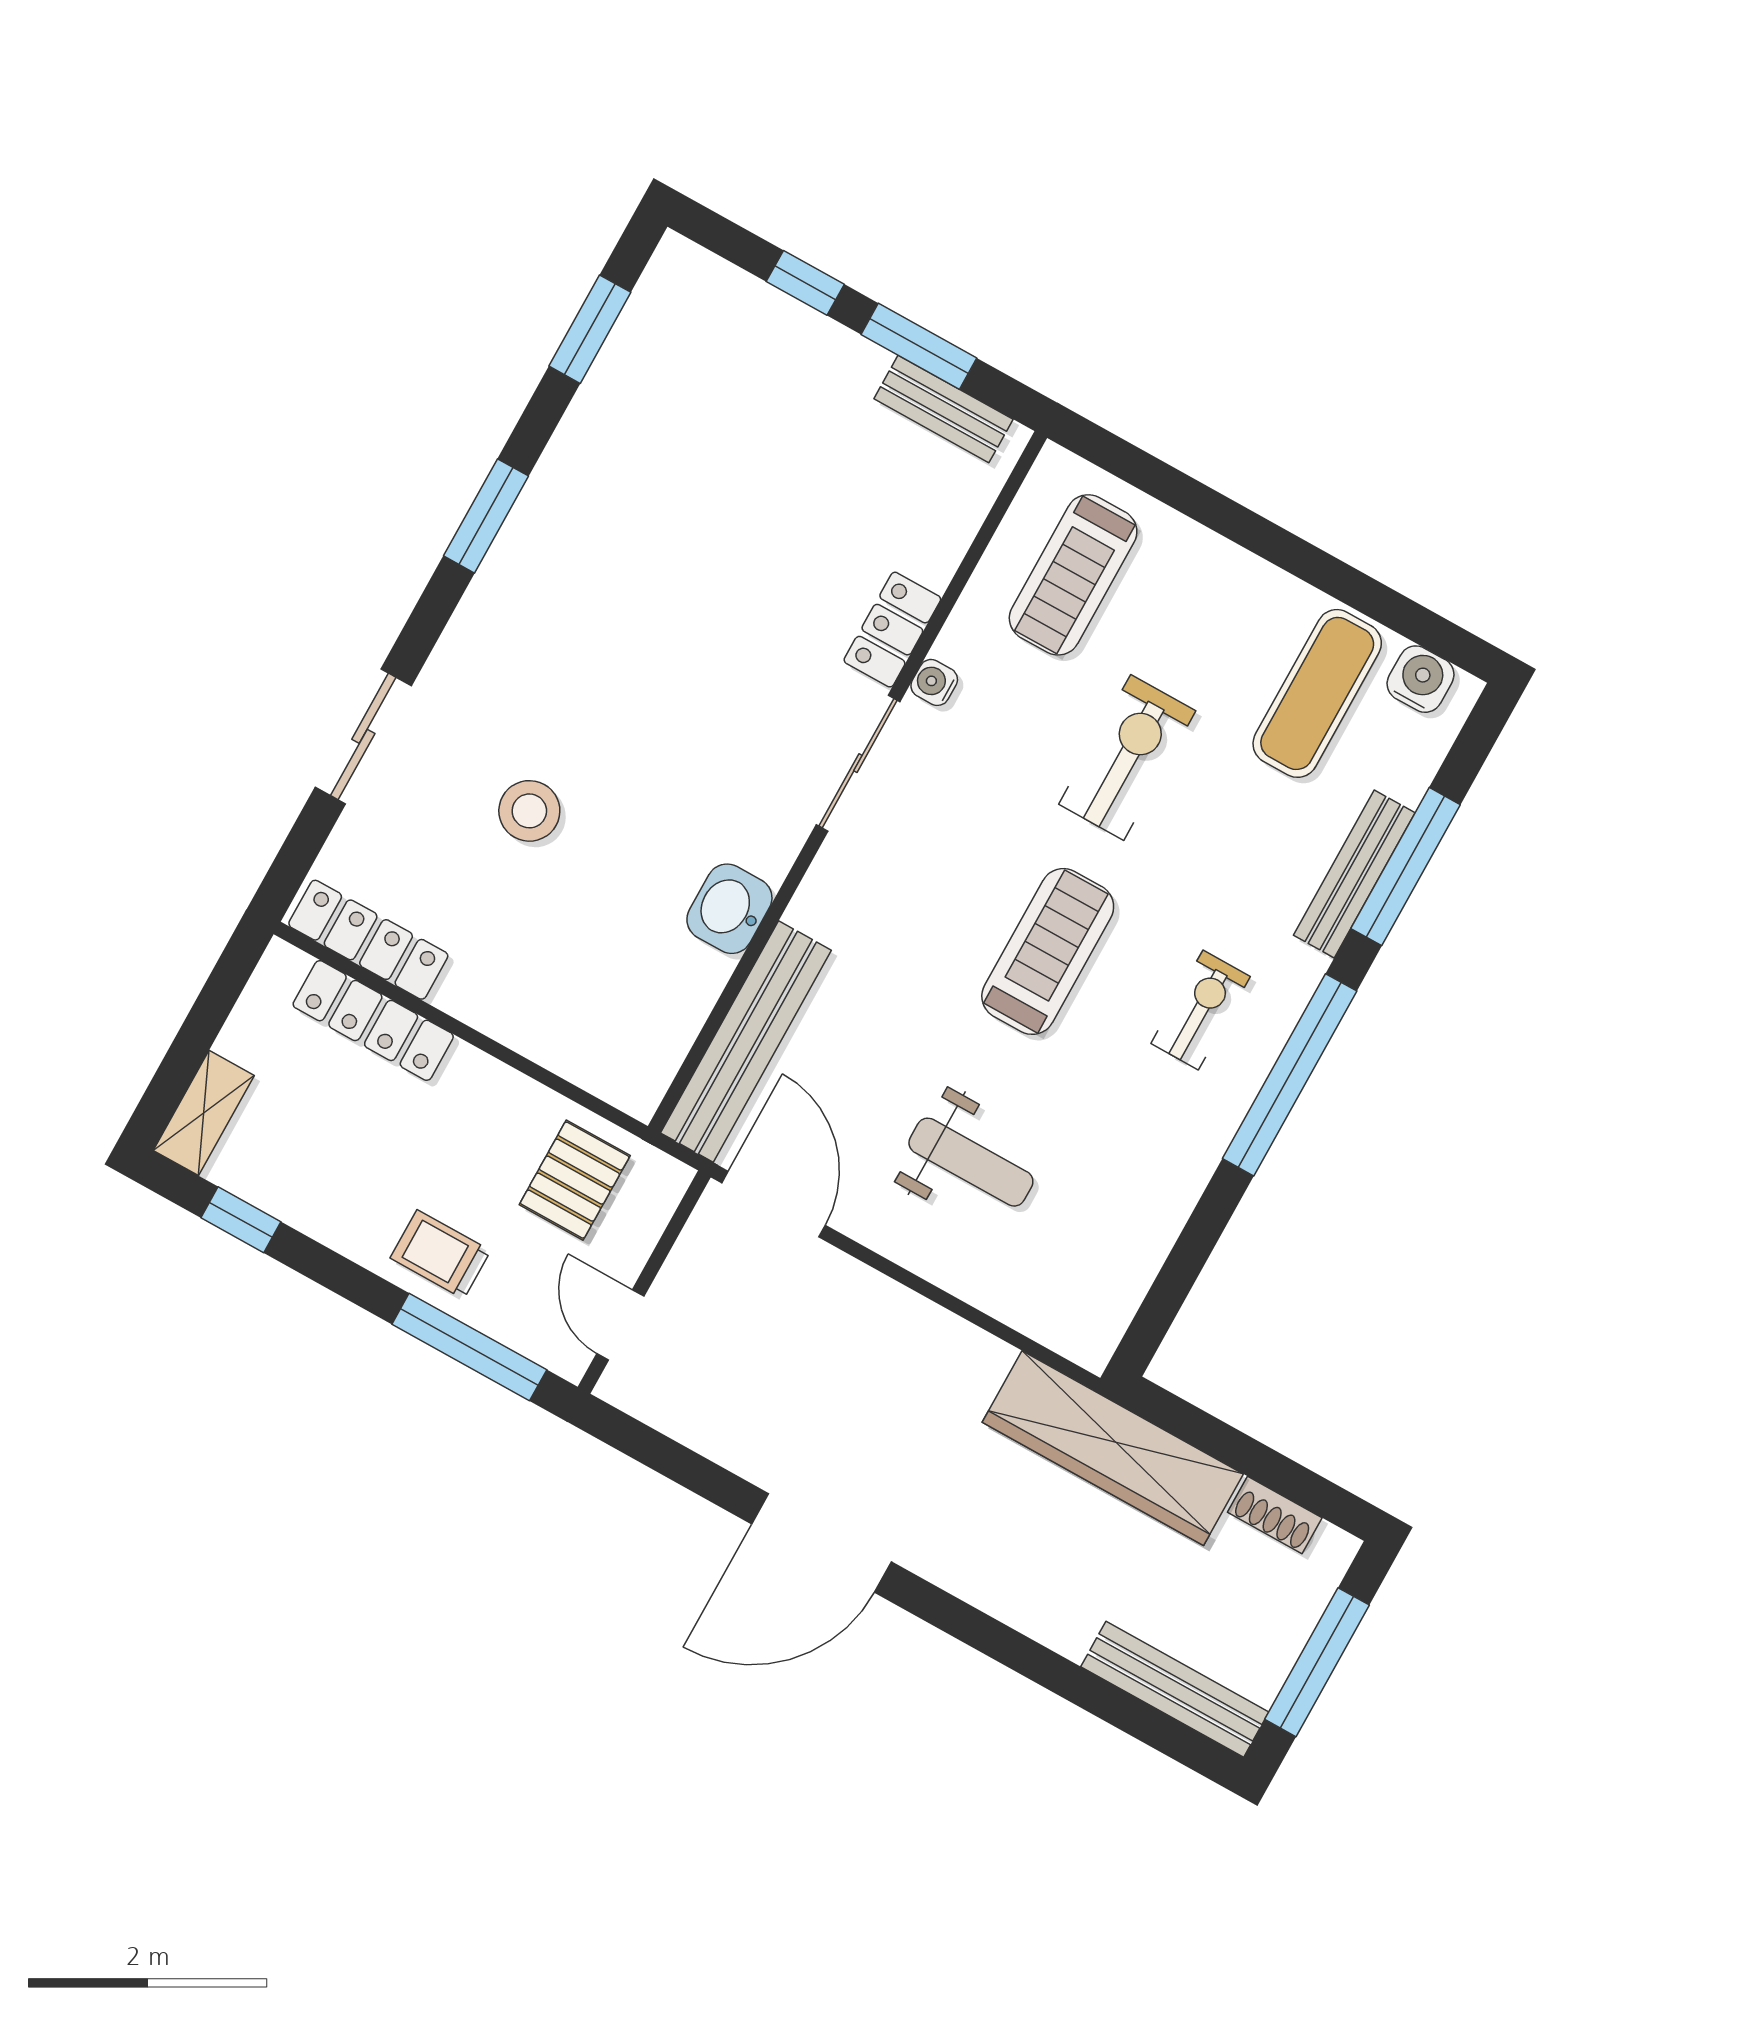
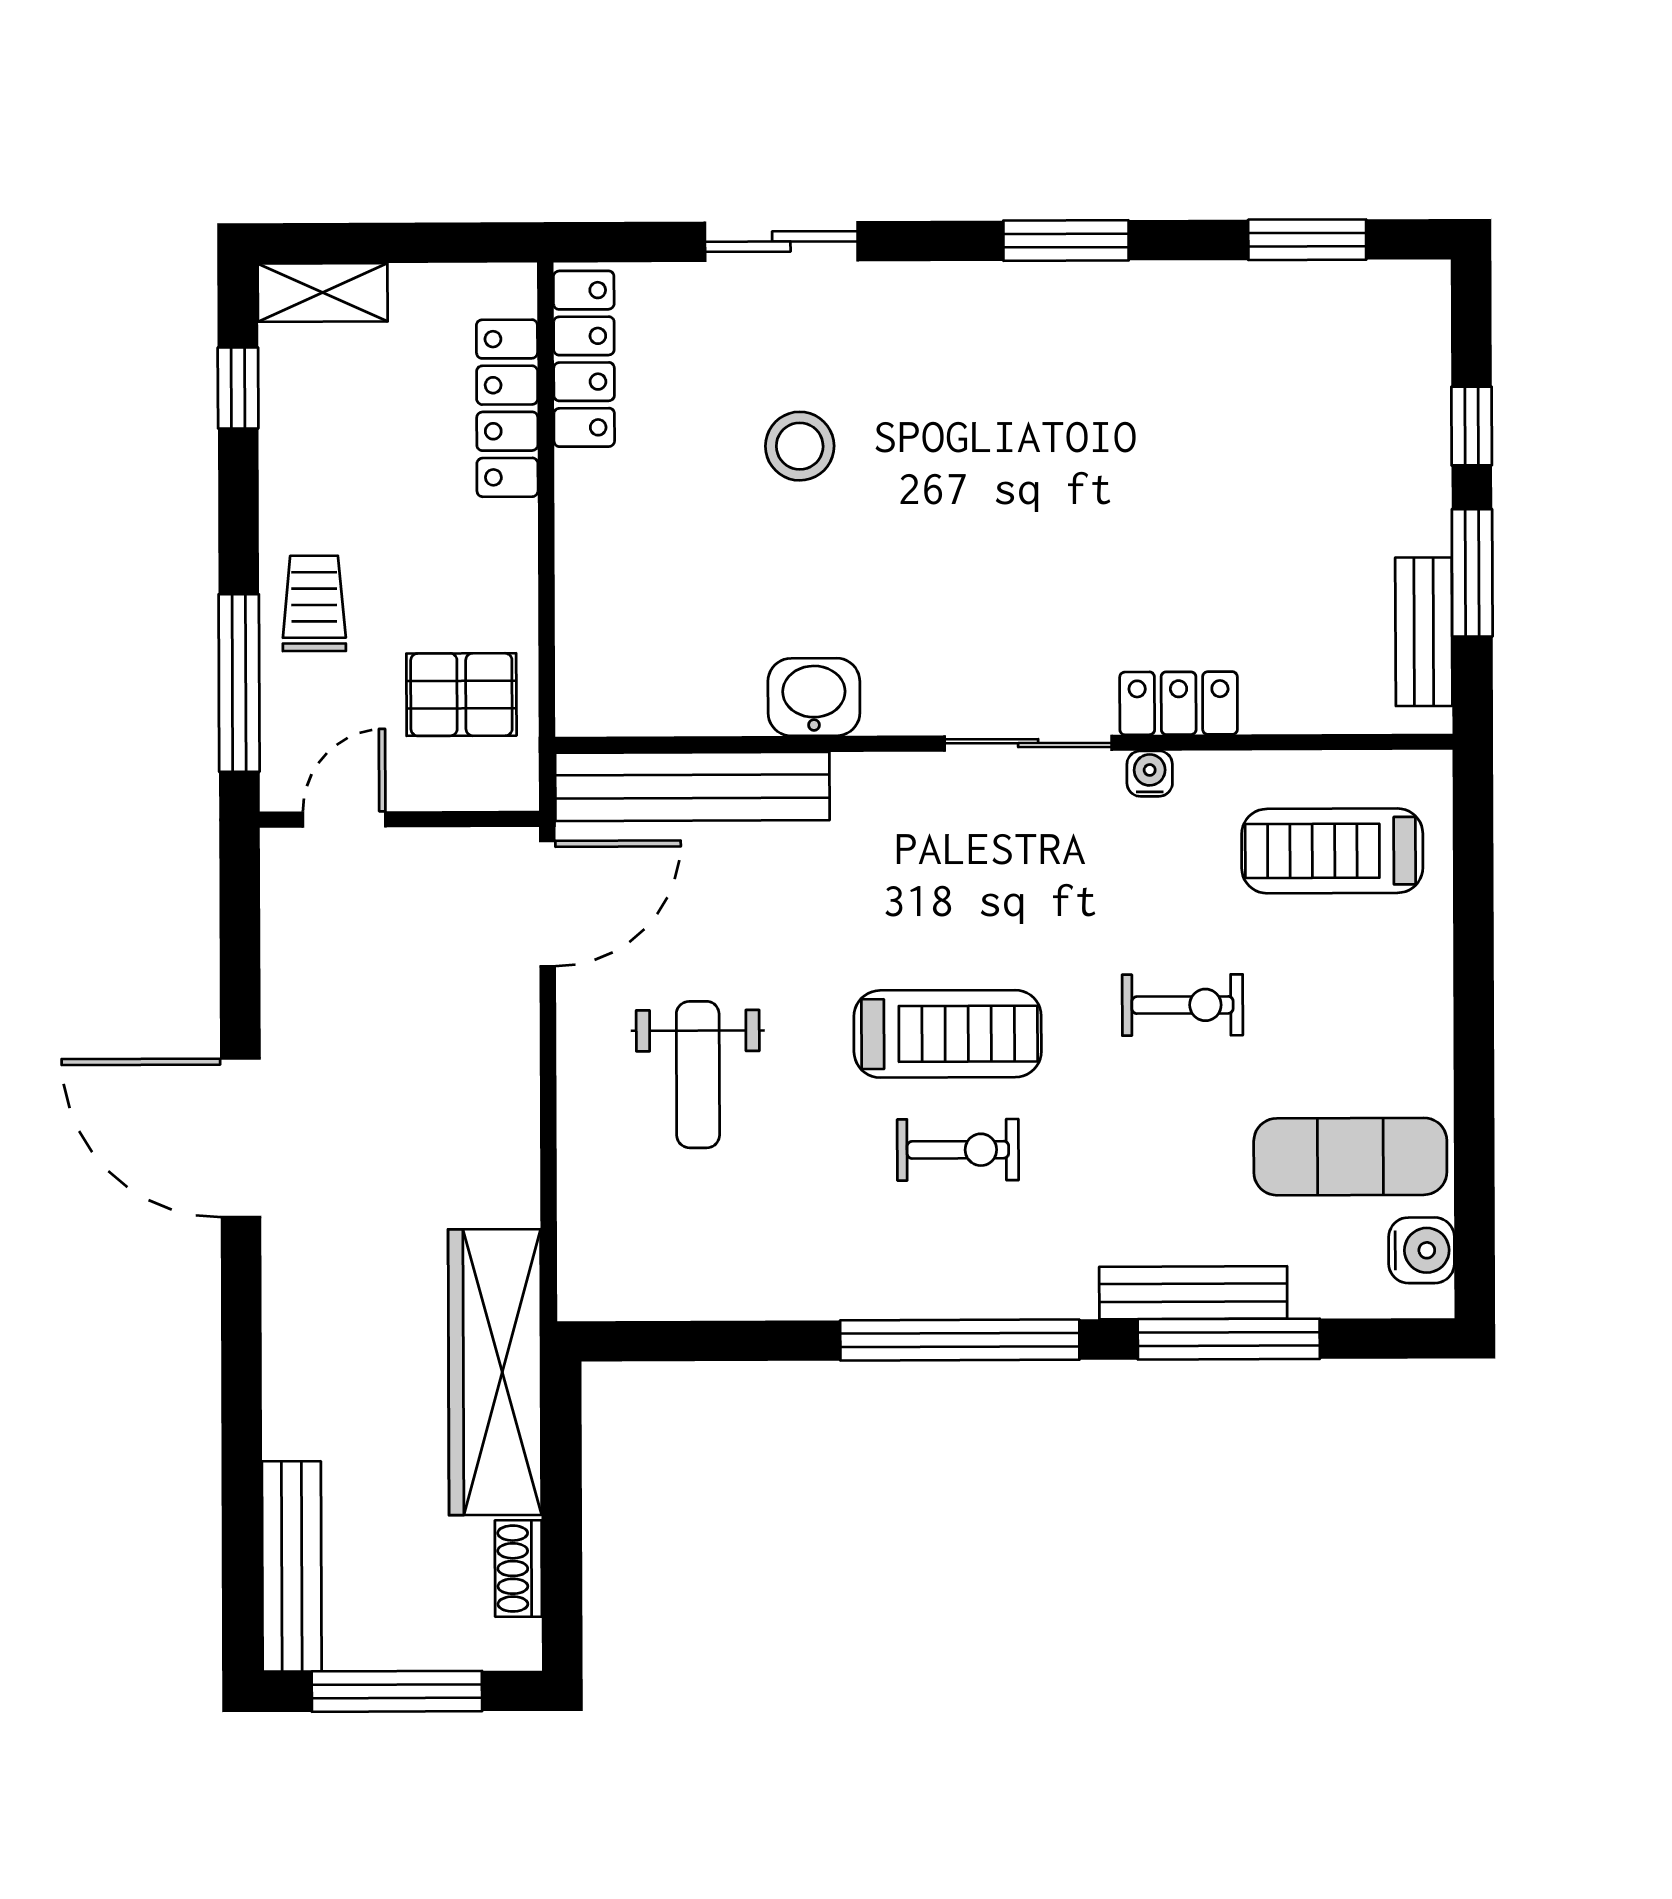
exercise bike: (1127, 757) -> (1182, 1005), width x0.73, depth x0.72
exercise bike: (1201, 1010) -> (958, 1150), moved

